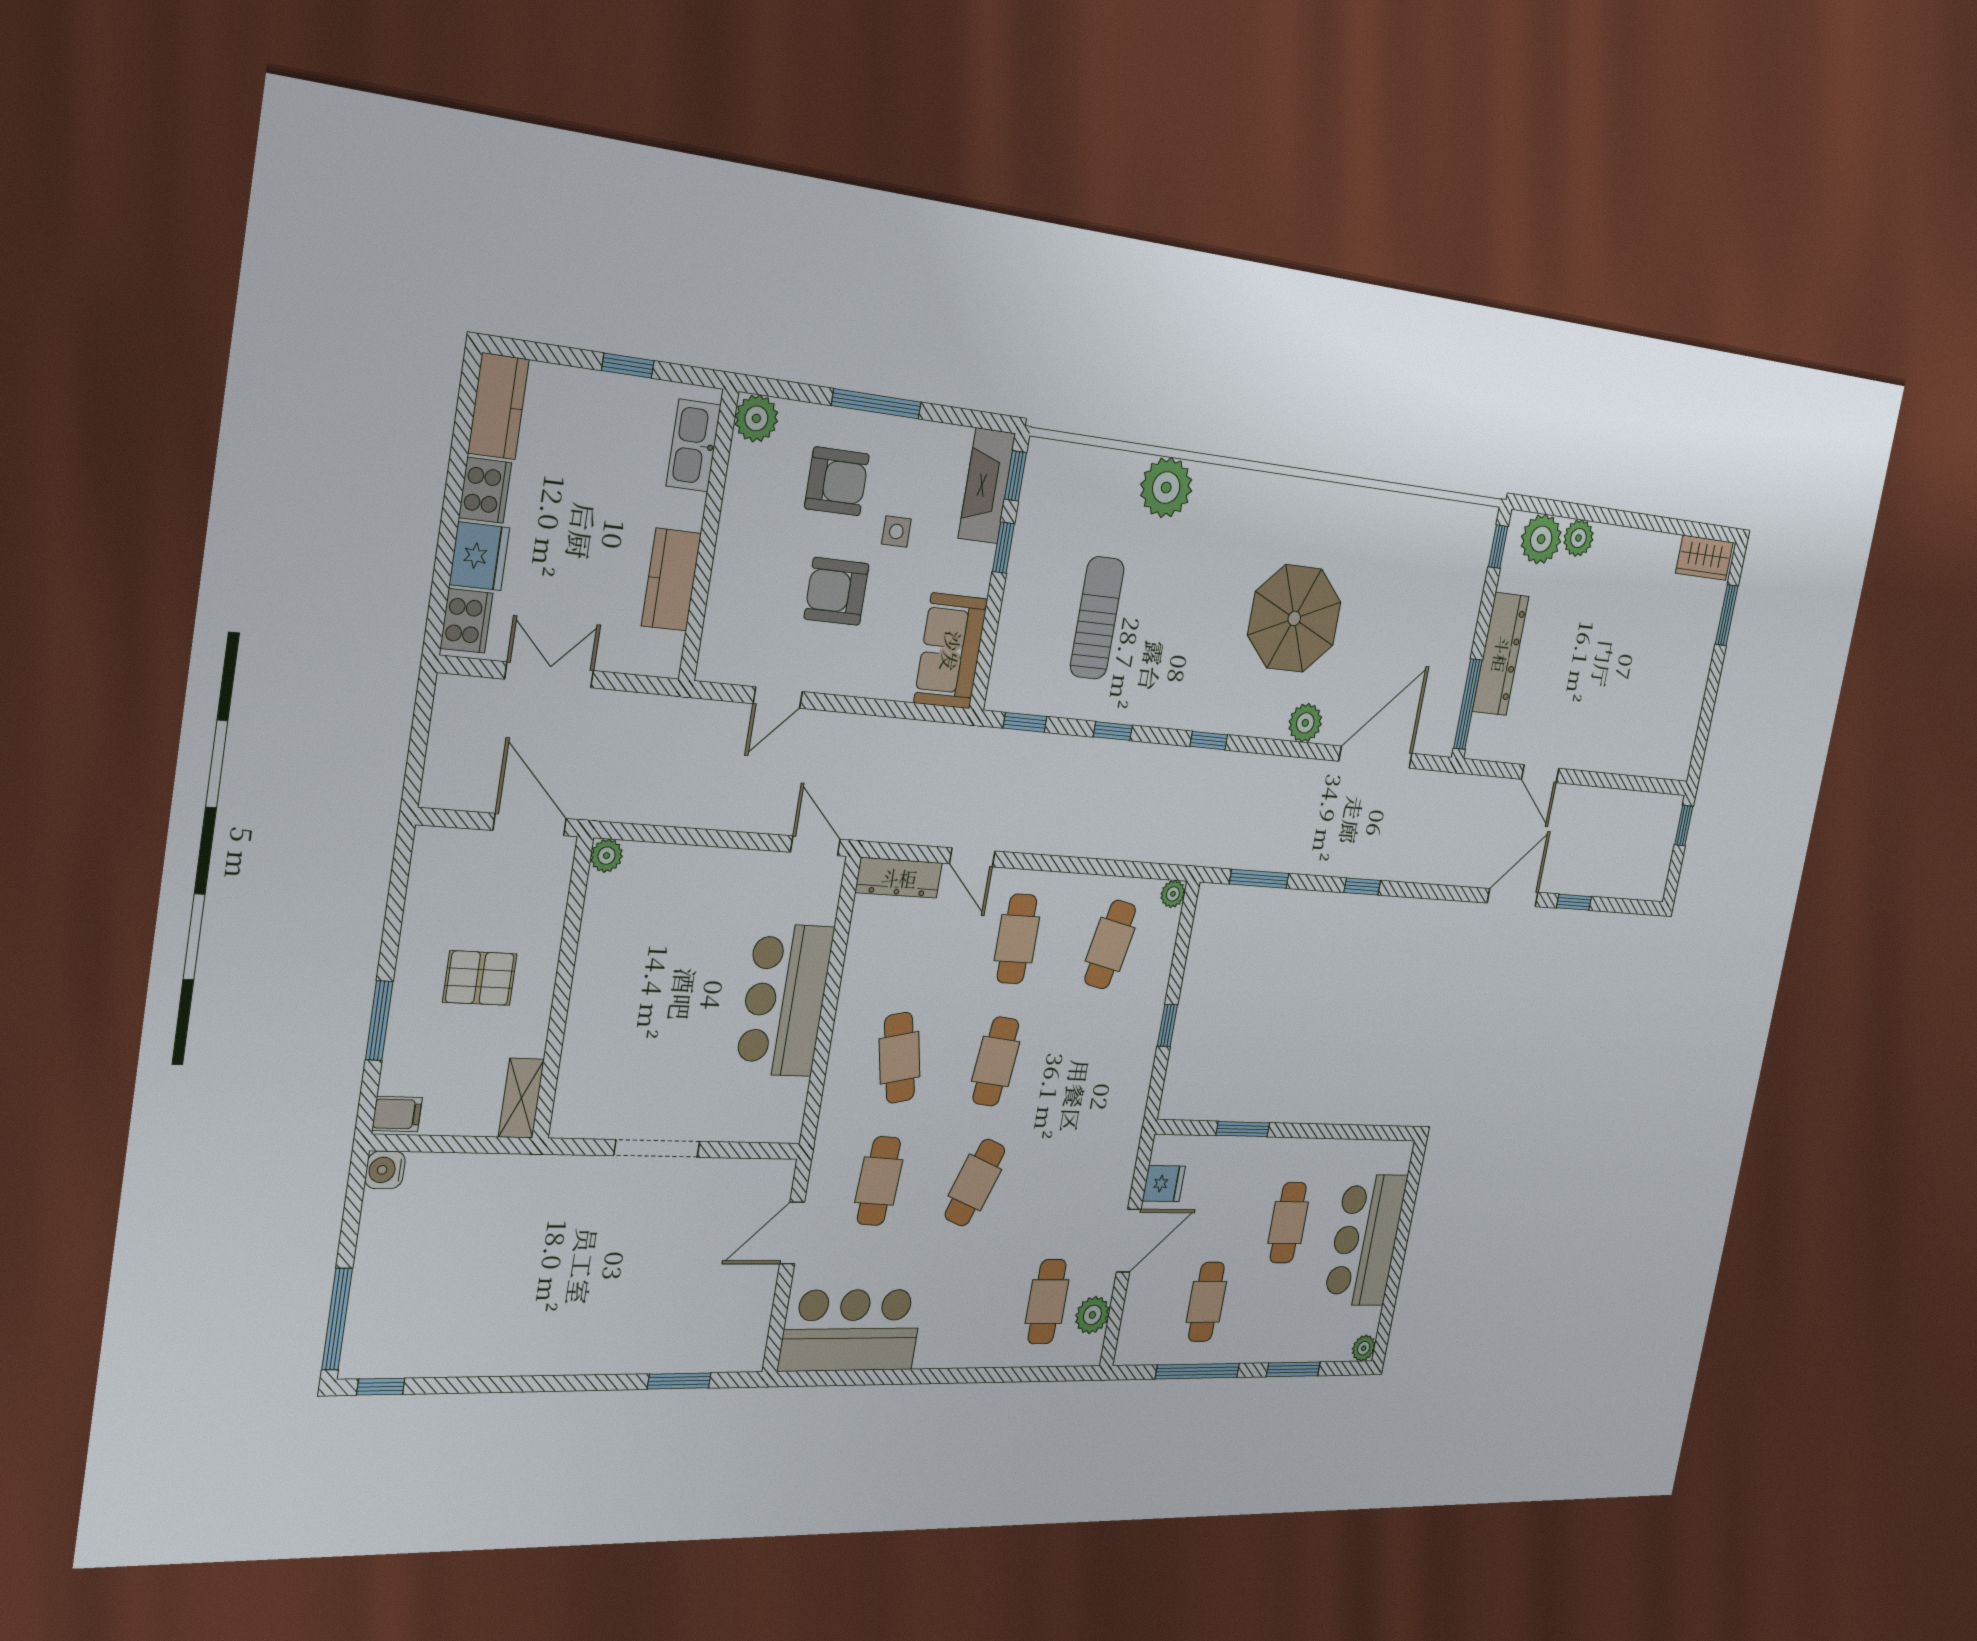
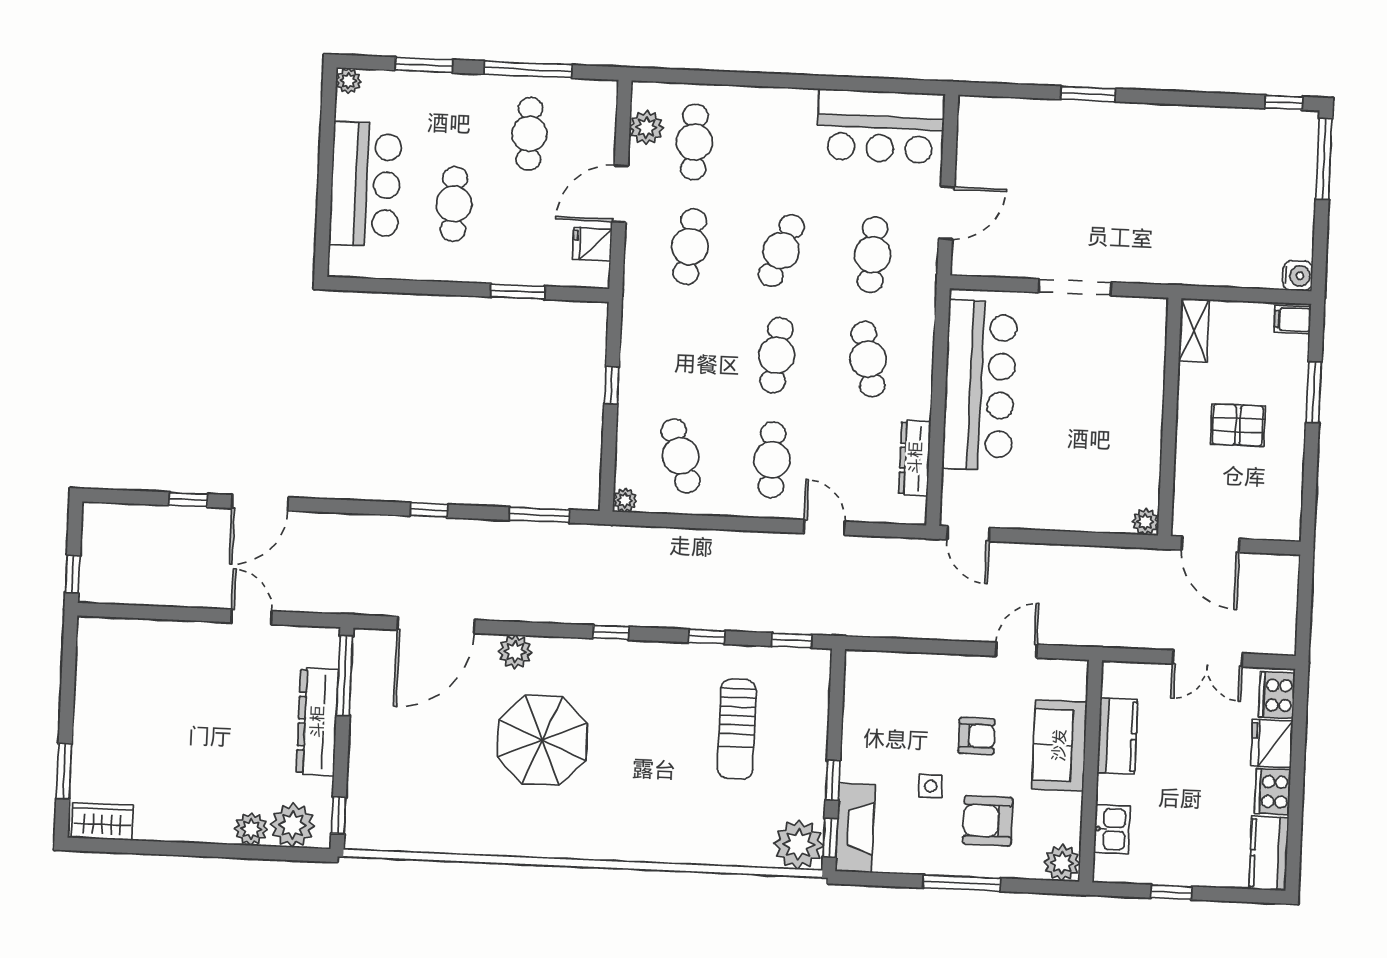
kitchen sink: (693, 445) -> (1112, 829), width x0.73
plant: (1166, 488) -> (799, 844), moved
armchair: (836, 591) -> (977, 736), width x0.72, depth x0.72
sofa: (951, 651) -> (1059, 745), moved, turned 180
dresser: (899, 878) -> (915, 458), moved, turned -90
cafe table: (1110, 944) -> (681, 456), turned -30
bar counter: (785, 1000) -> (980, 385), width x1.36
cafe table: (1068, 1184) -> (690, 247), added
window: (679, 1381) -> (1088, 94), moved

